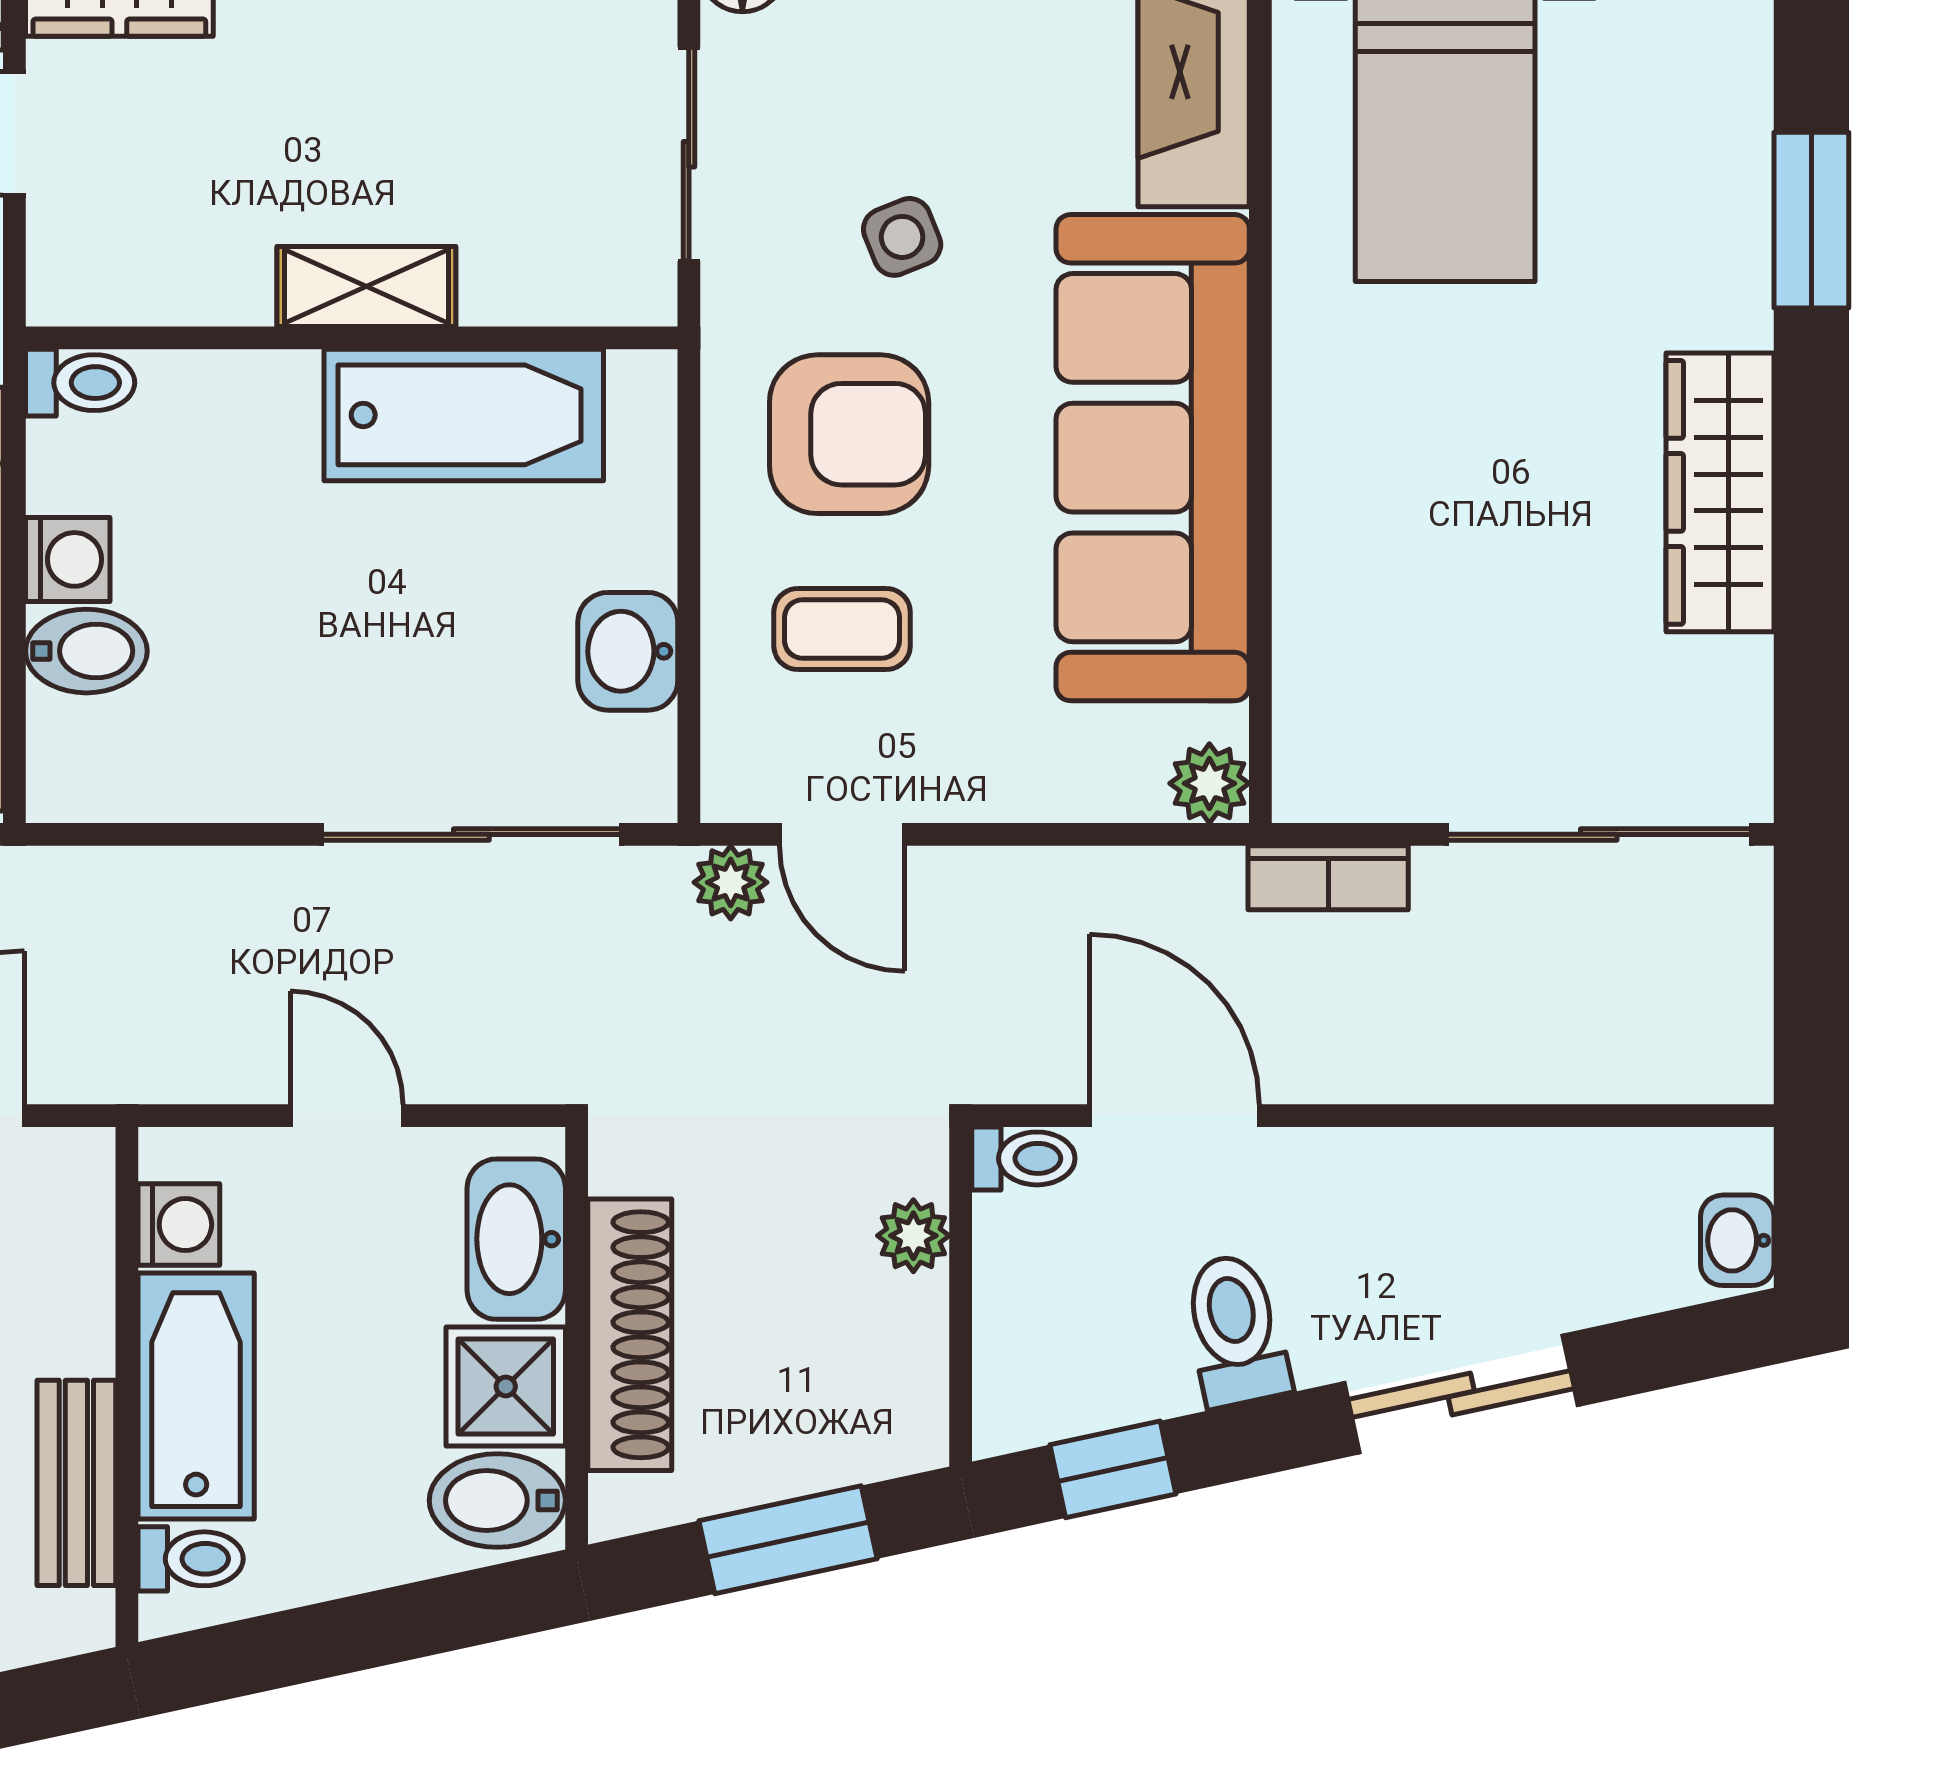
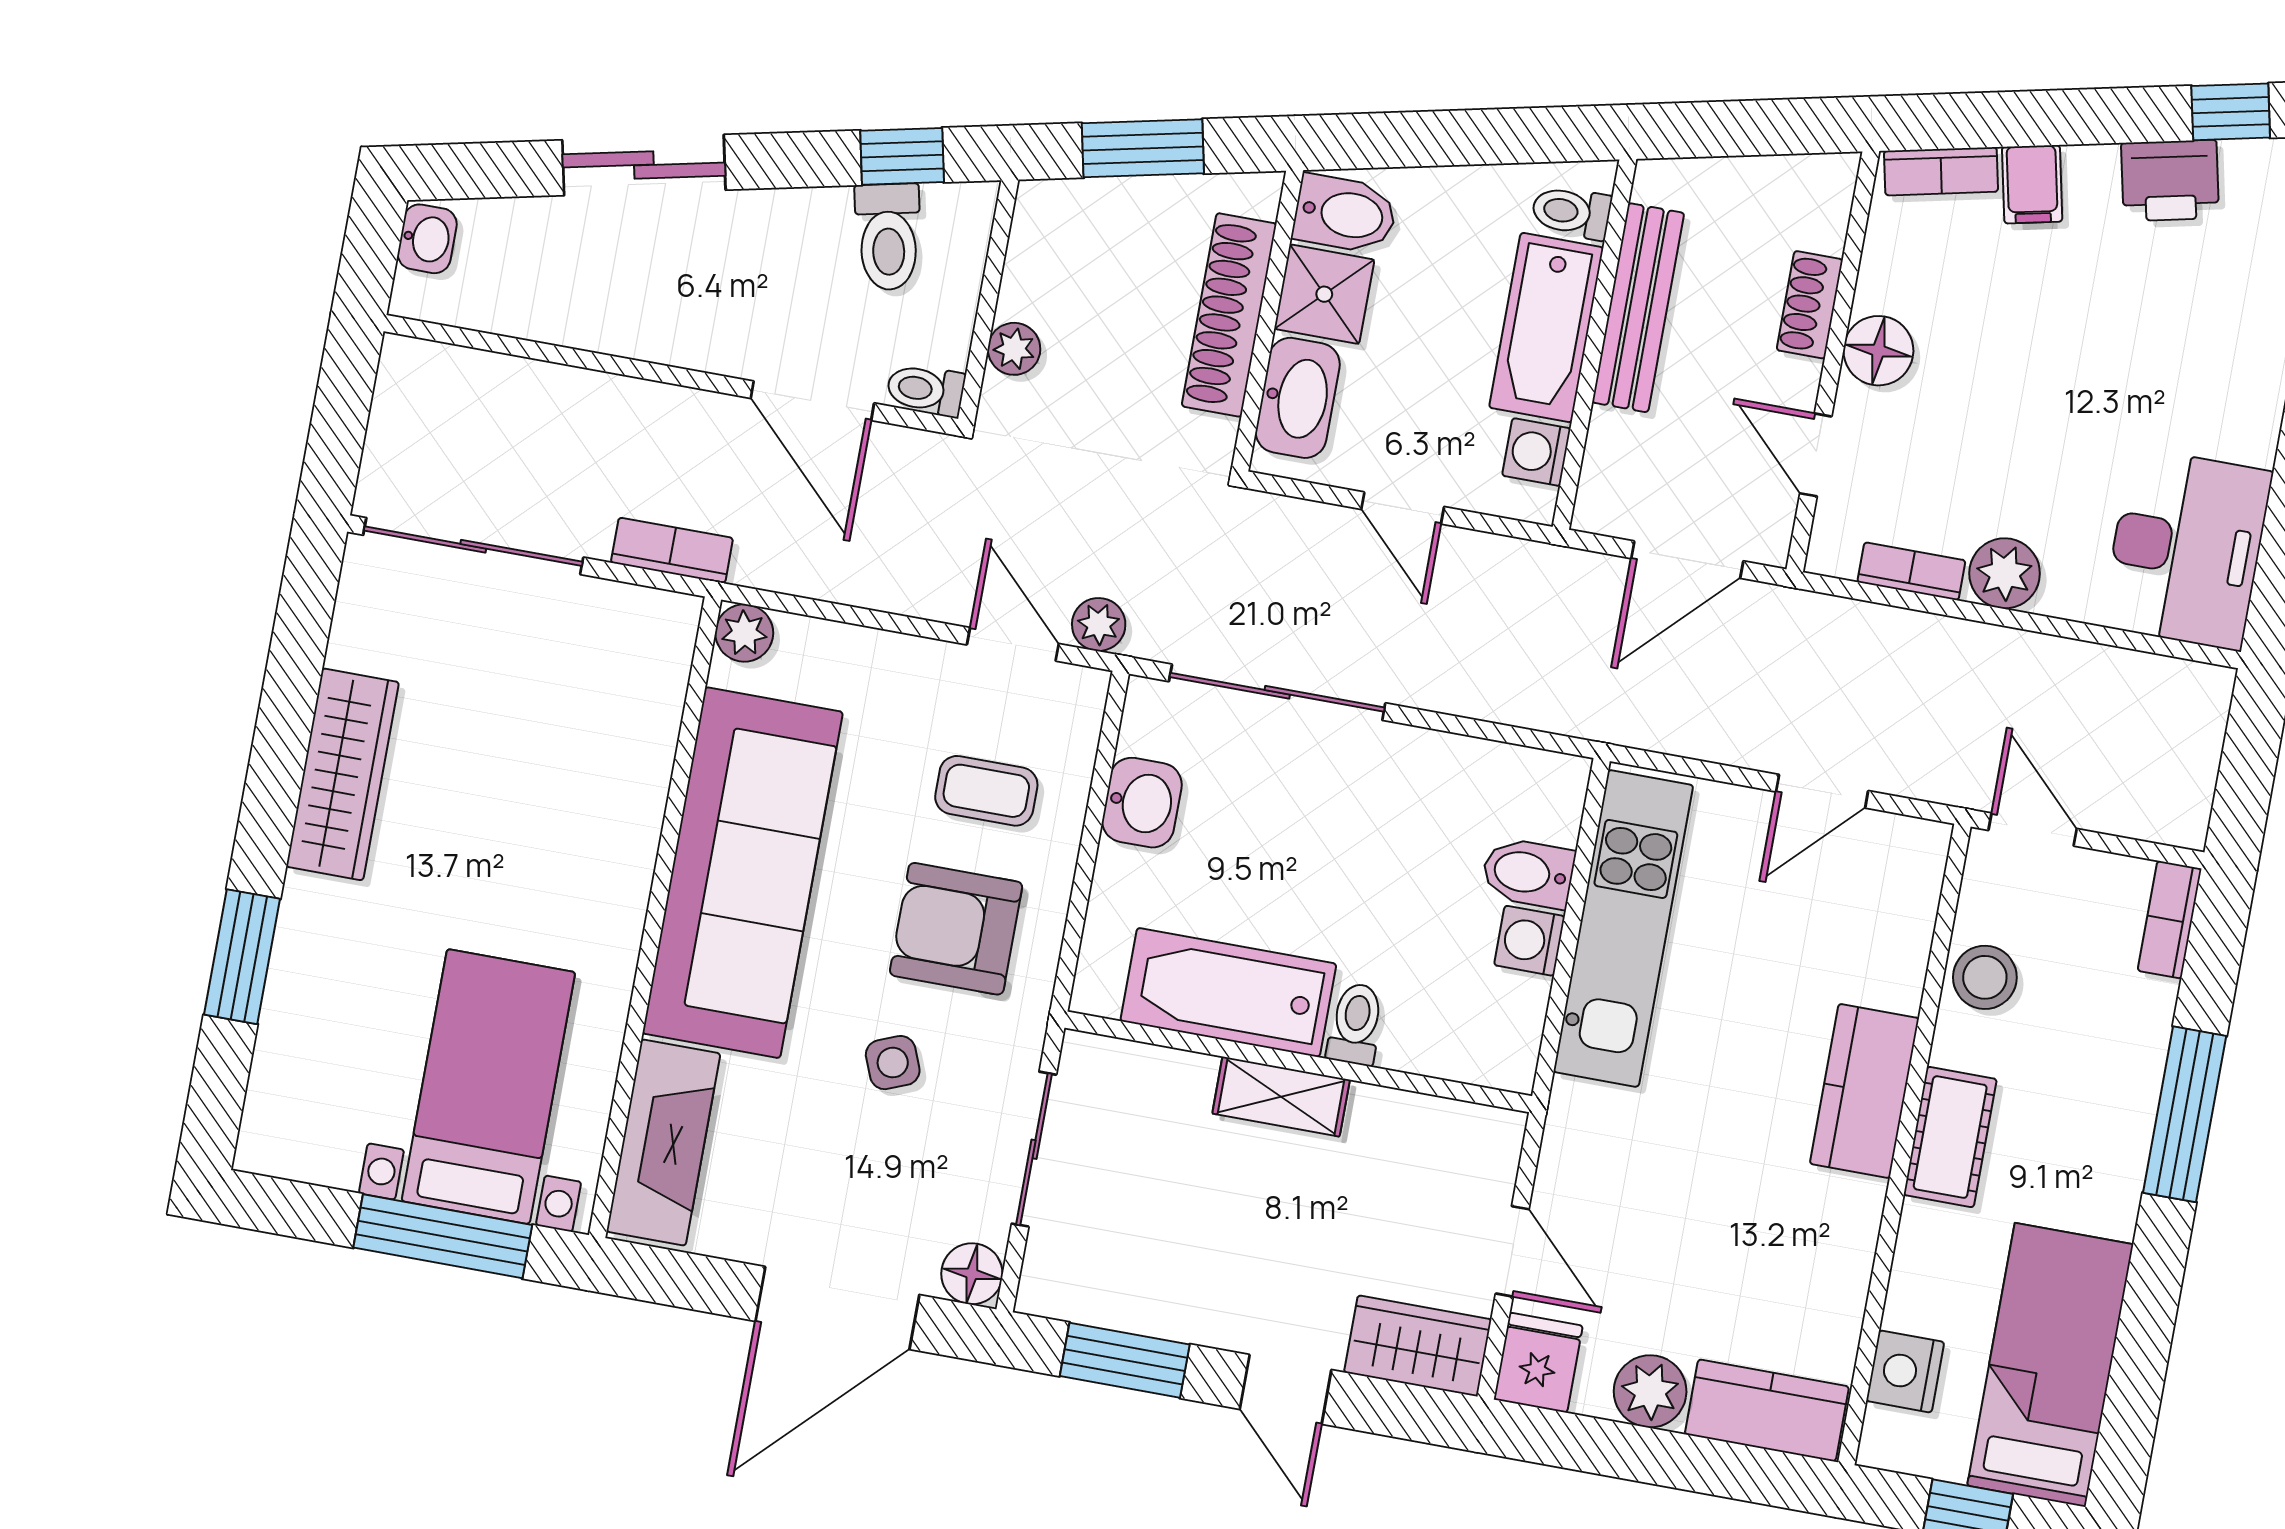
toilet: (80, 383) -> (1356, 1024), moved, turned 90
toilet: (1236, 1330) -> (888, 237), moved
bench: (76, 1483) -> (1638, 308), width x1.36

